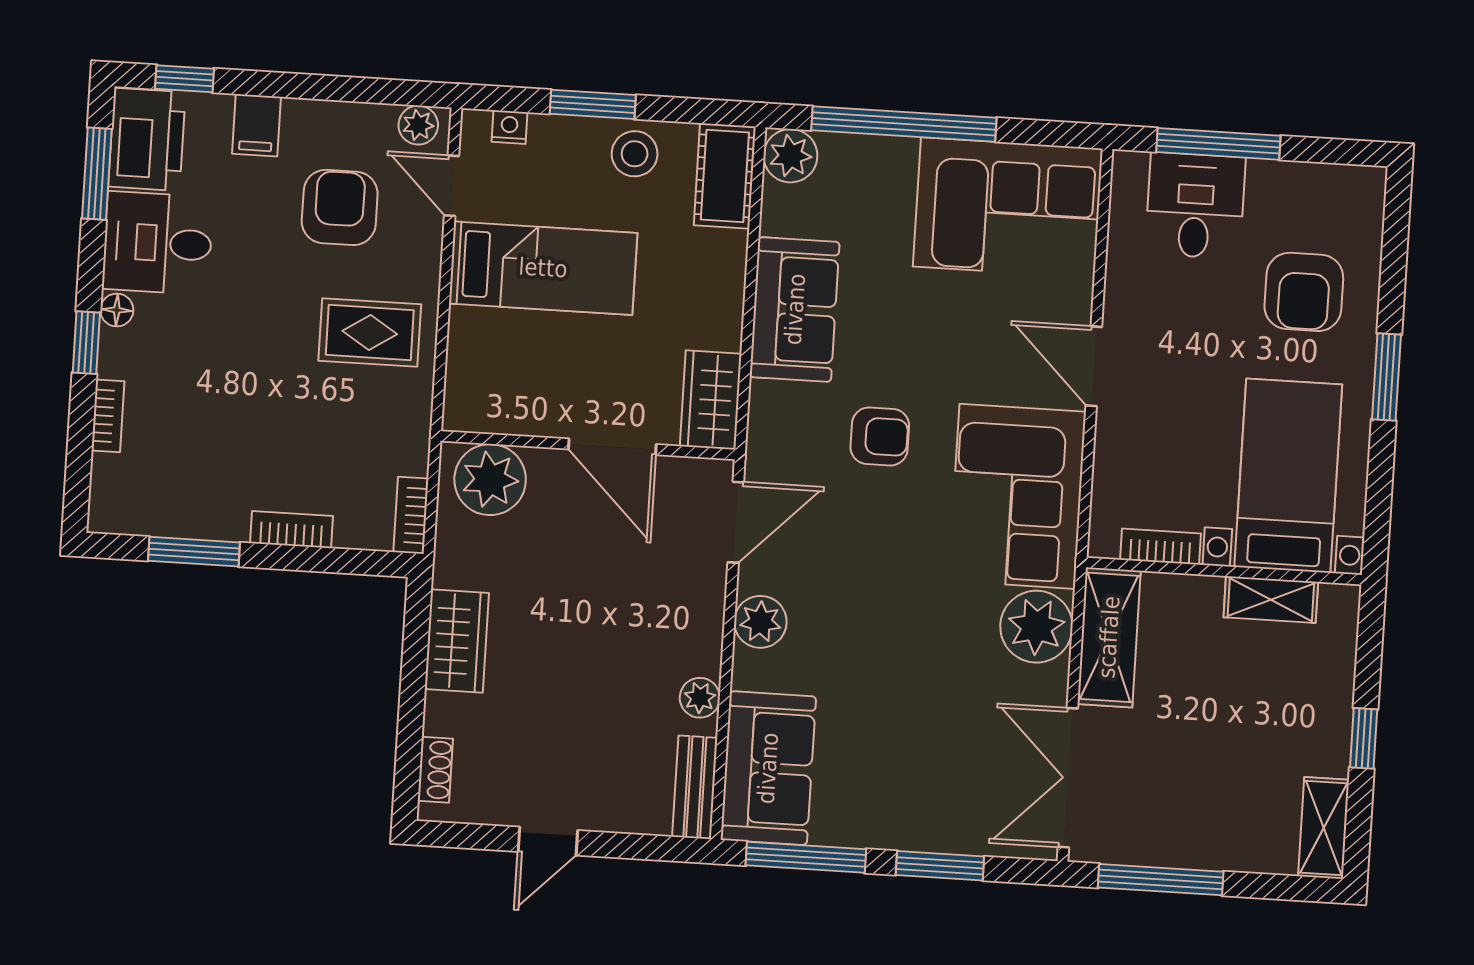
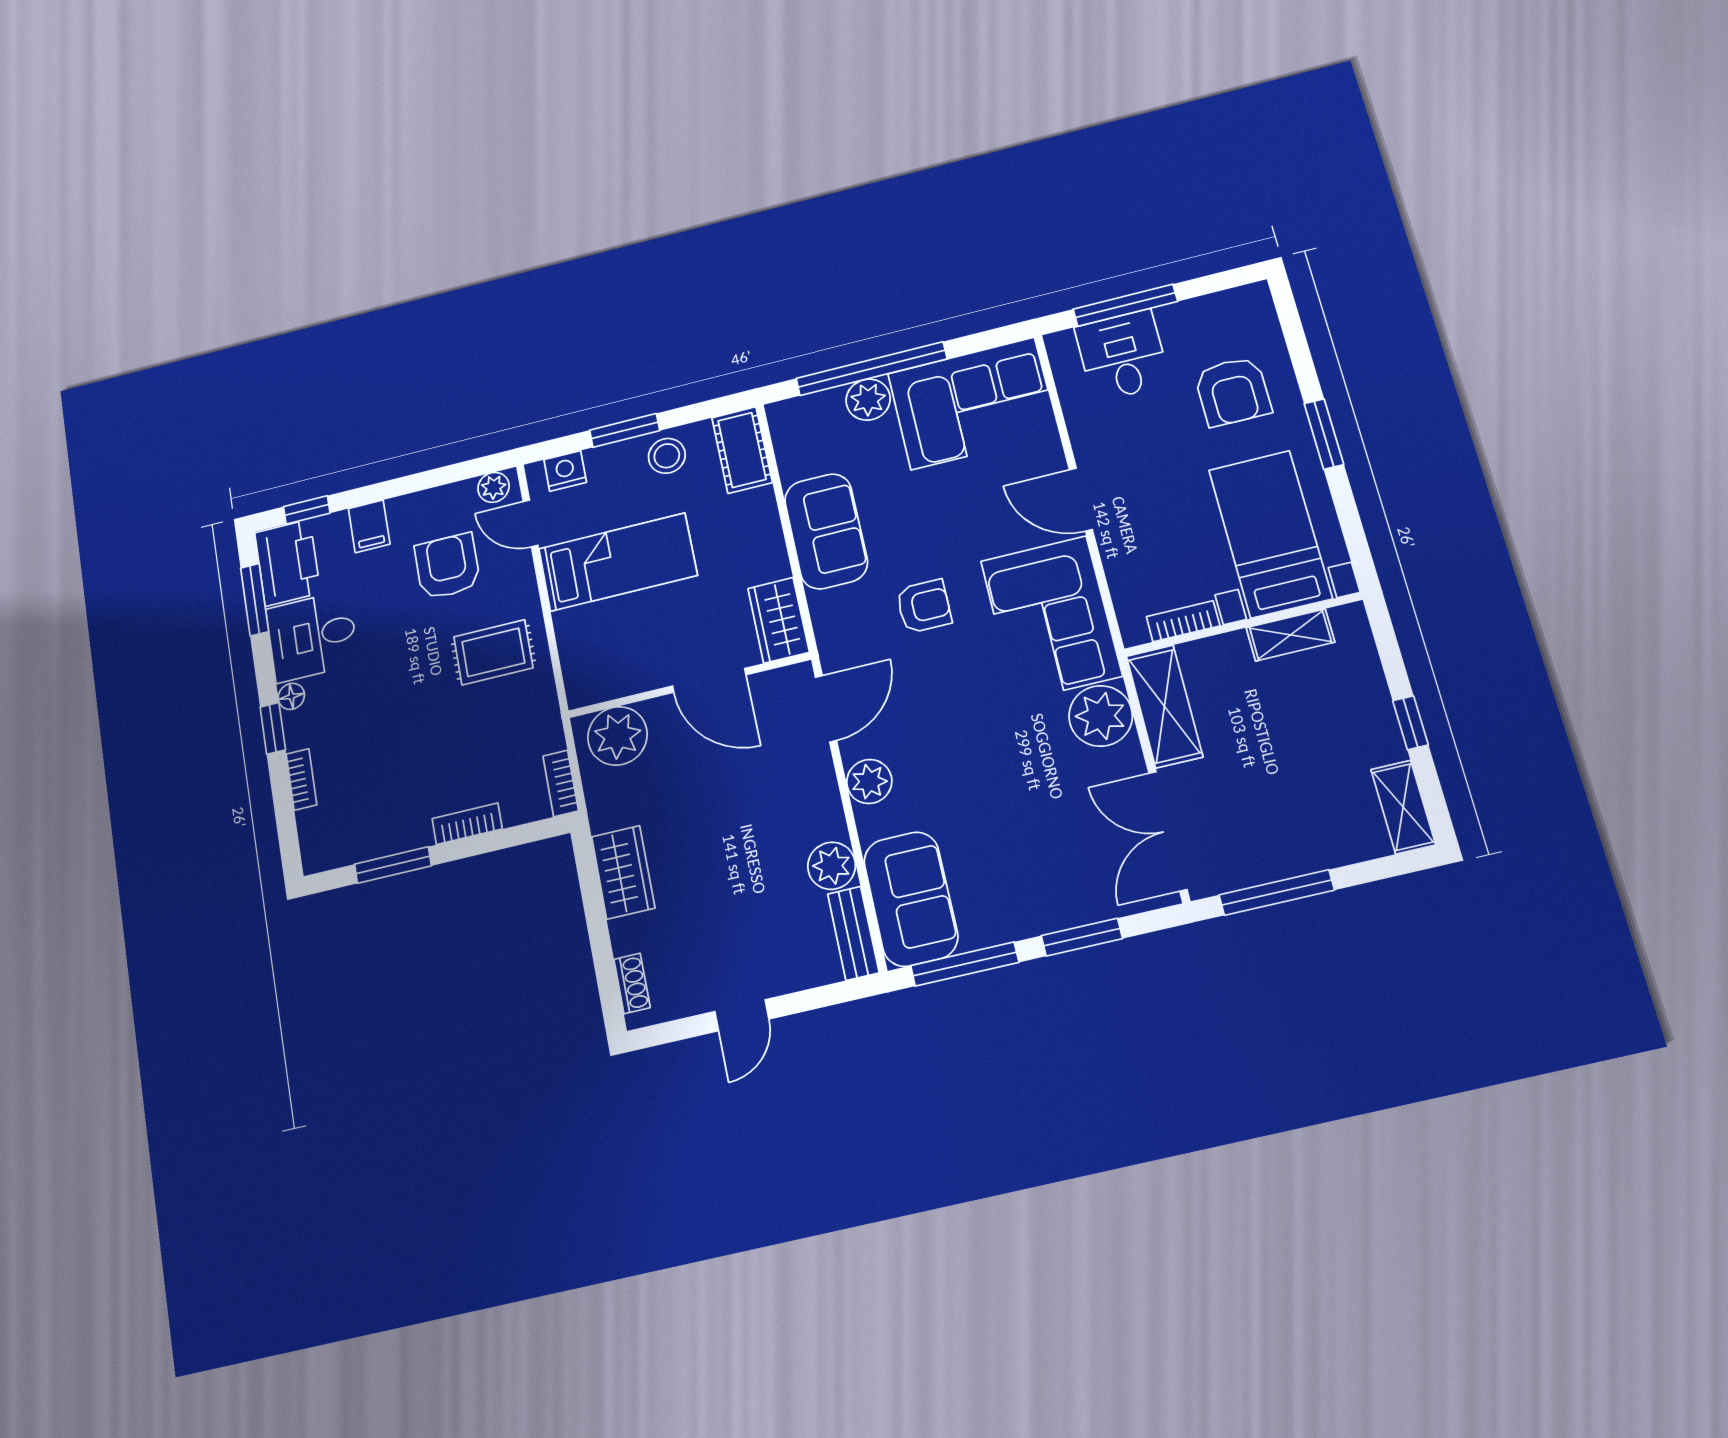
nightstand: (509, 127) -> (565, 471), width x1.39, depth x1.35
plant: (790, 156) -> (868, 400), moved
plant: (700, 698) -> (832, 866), width x1.38, depth x1.38

